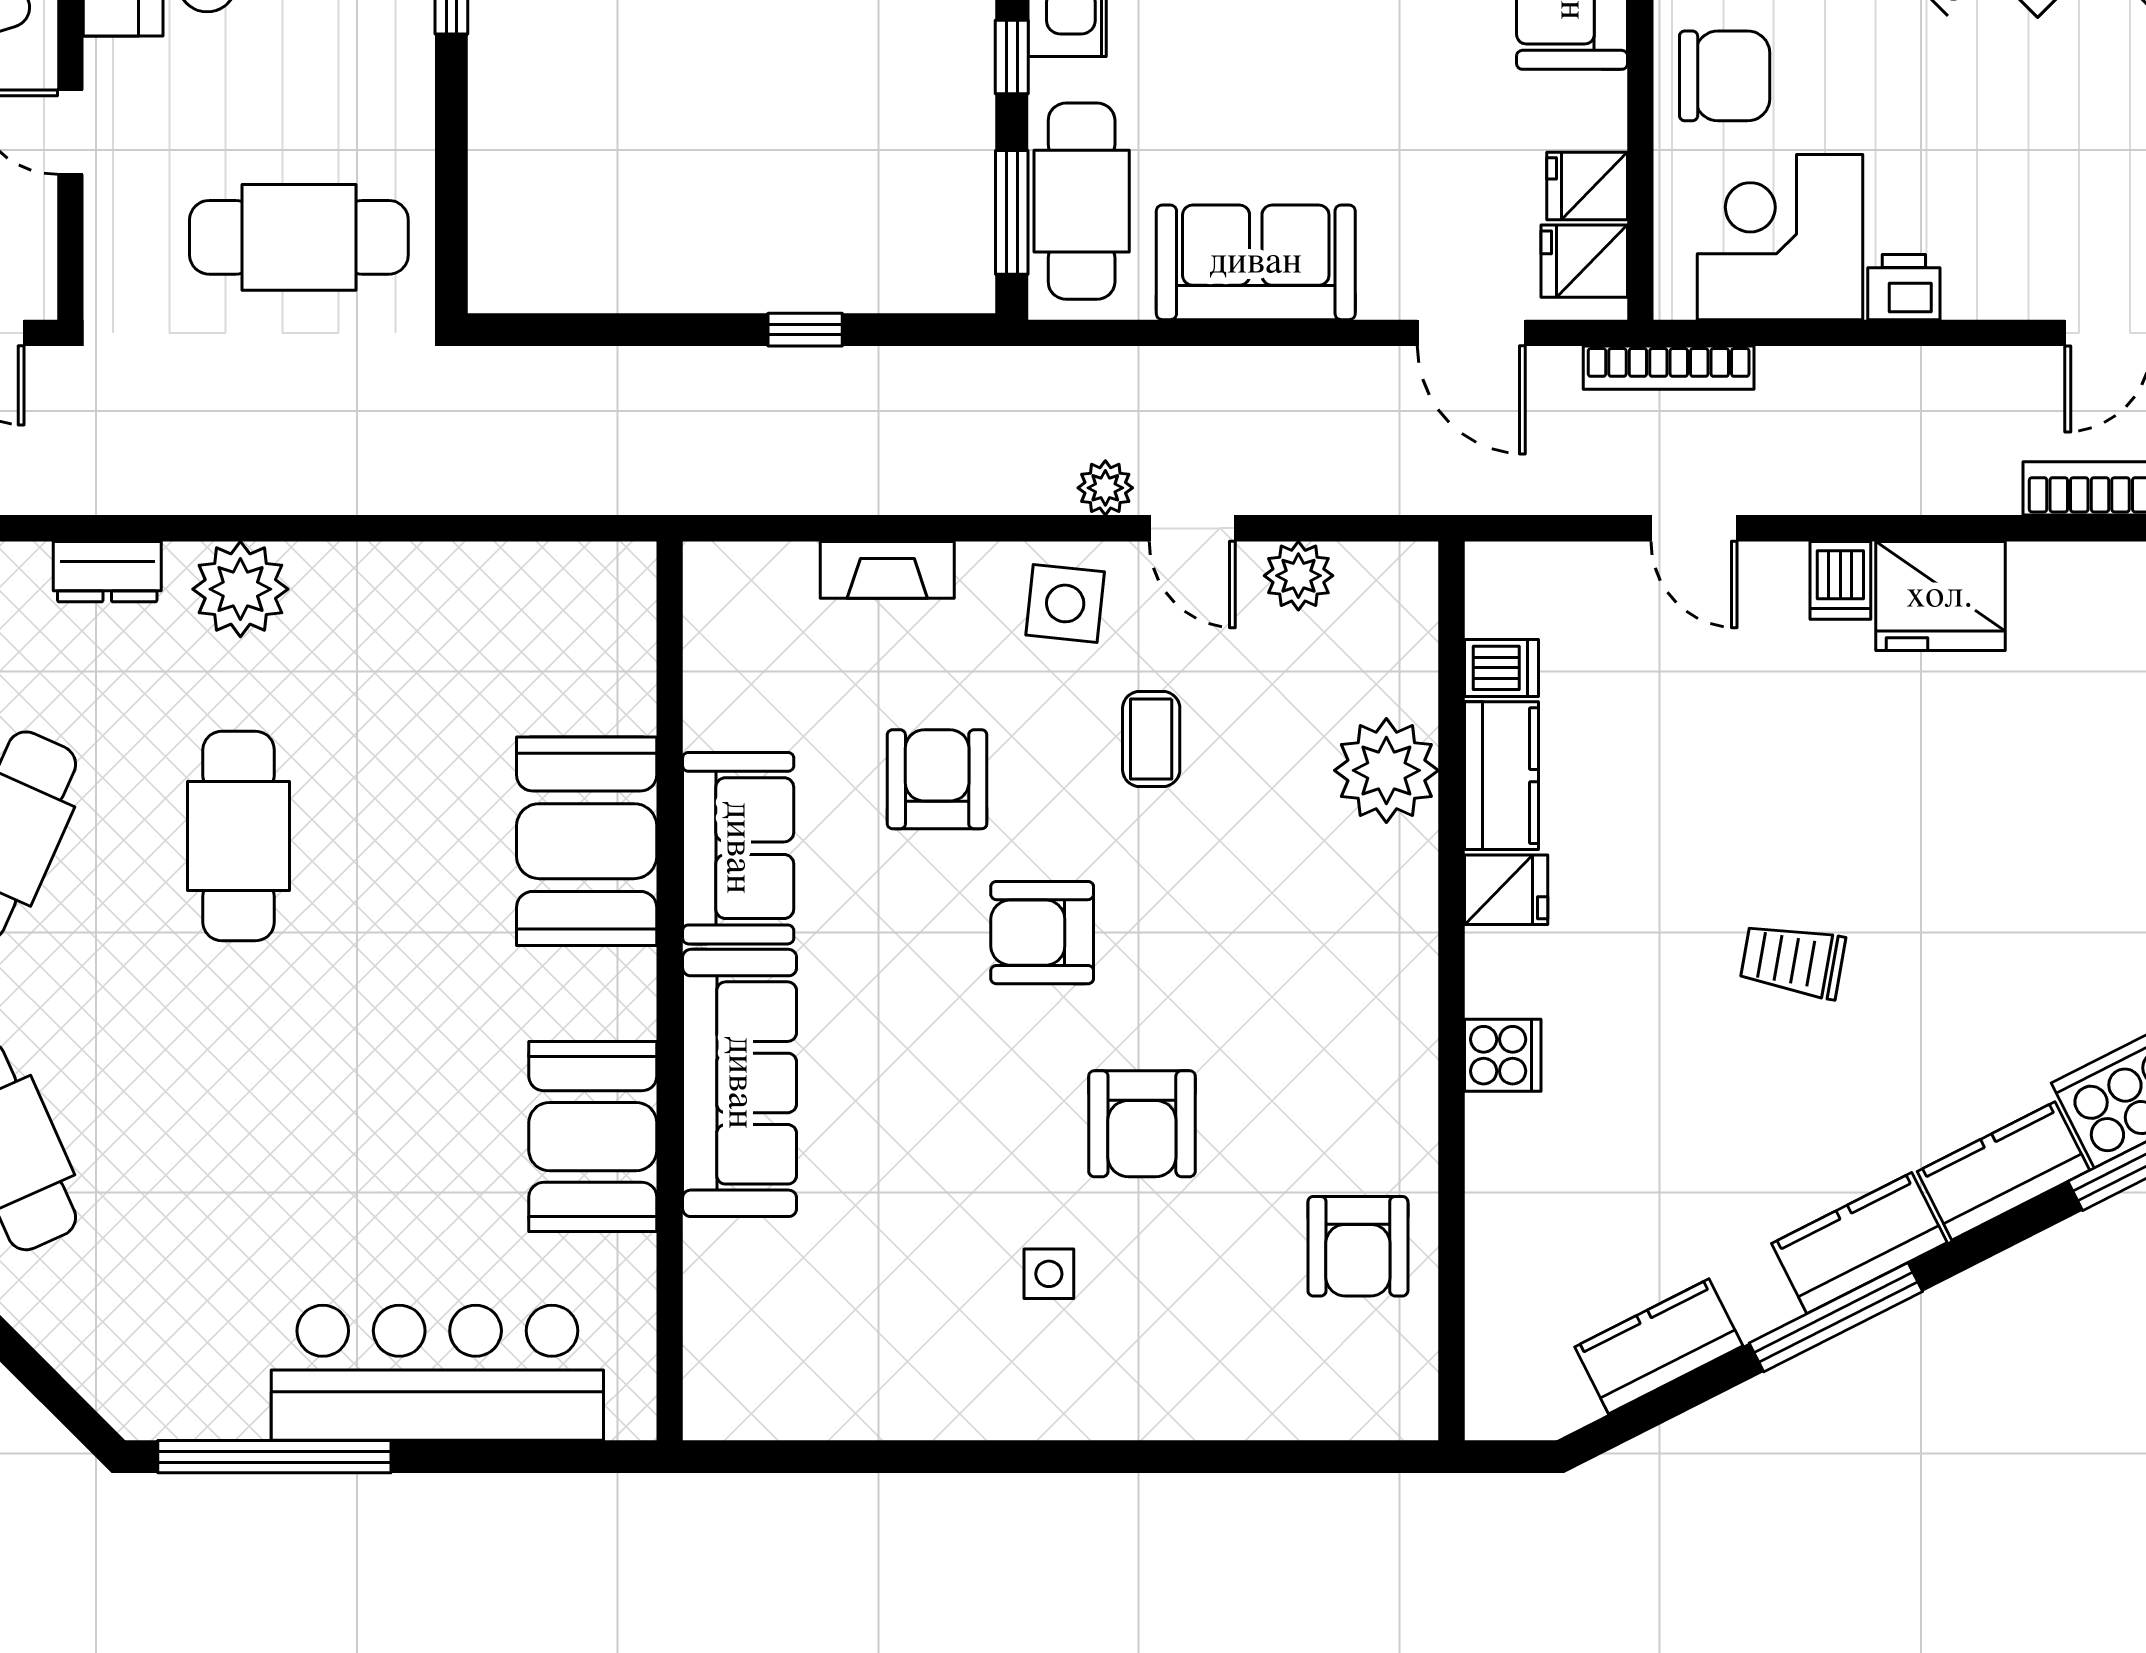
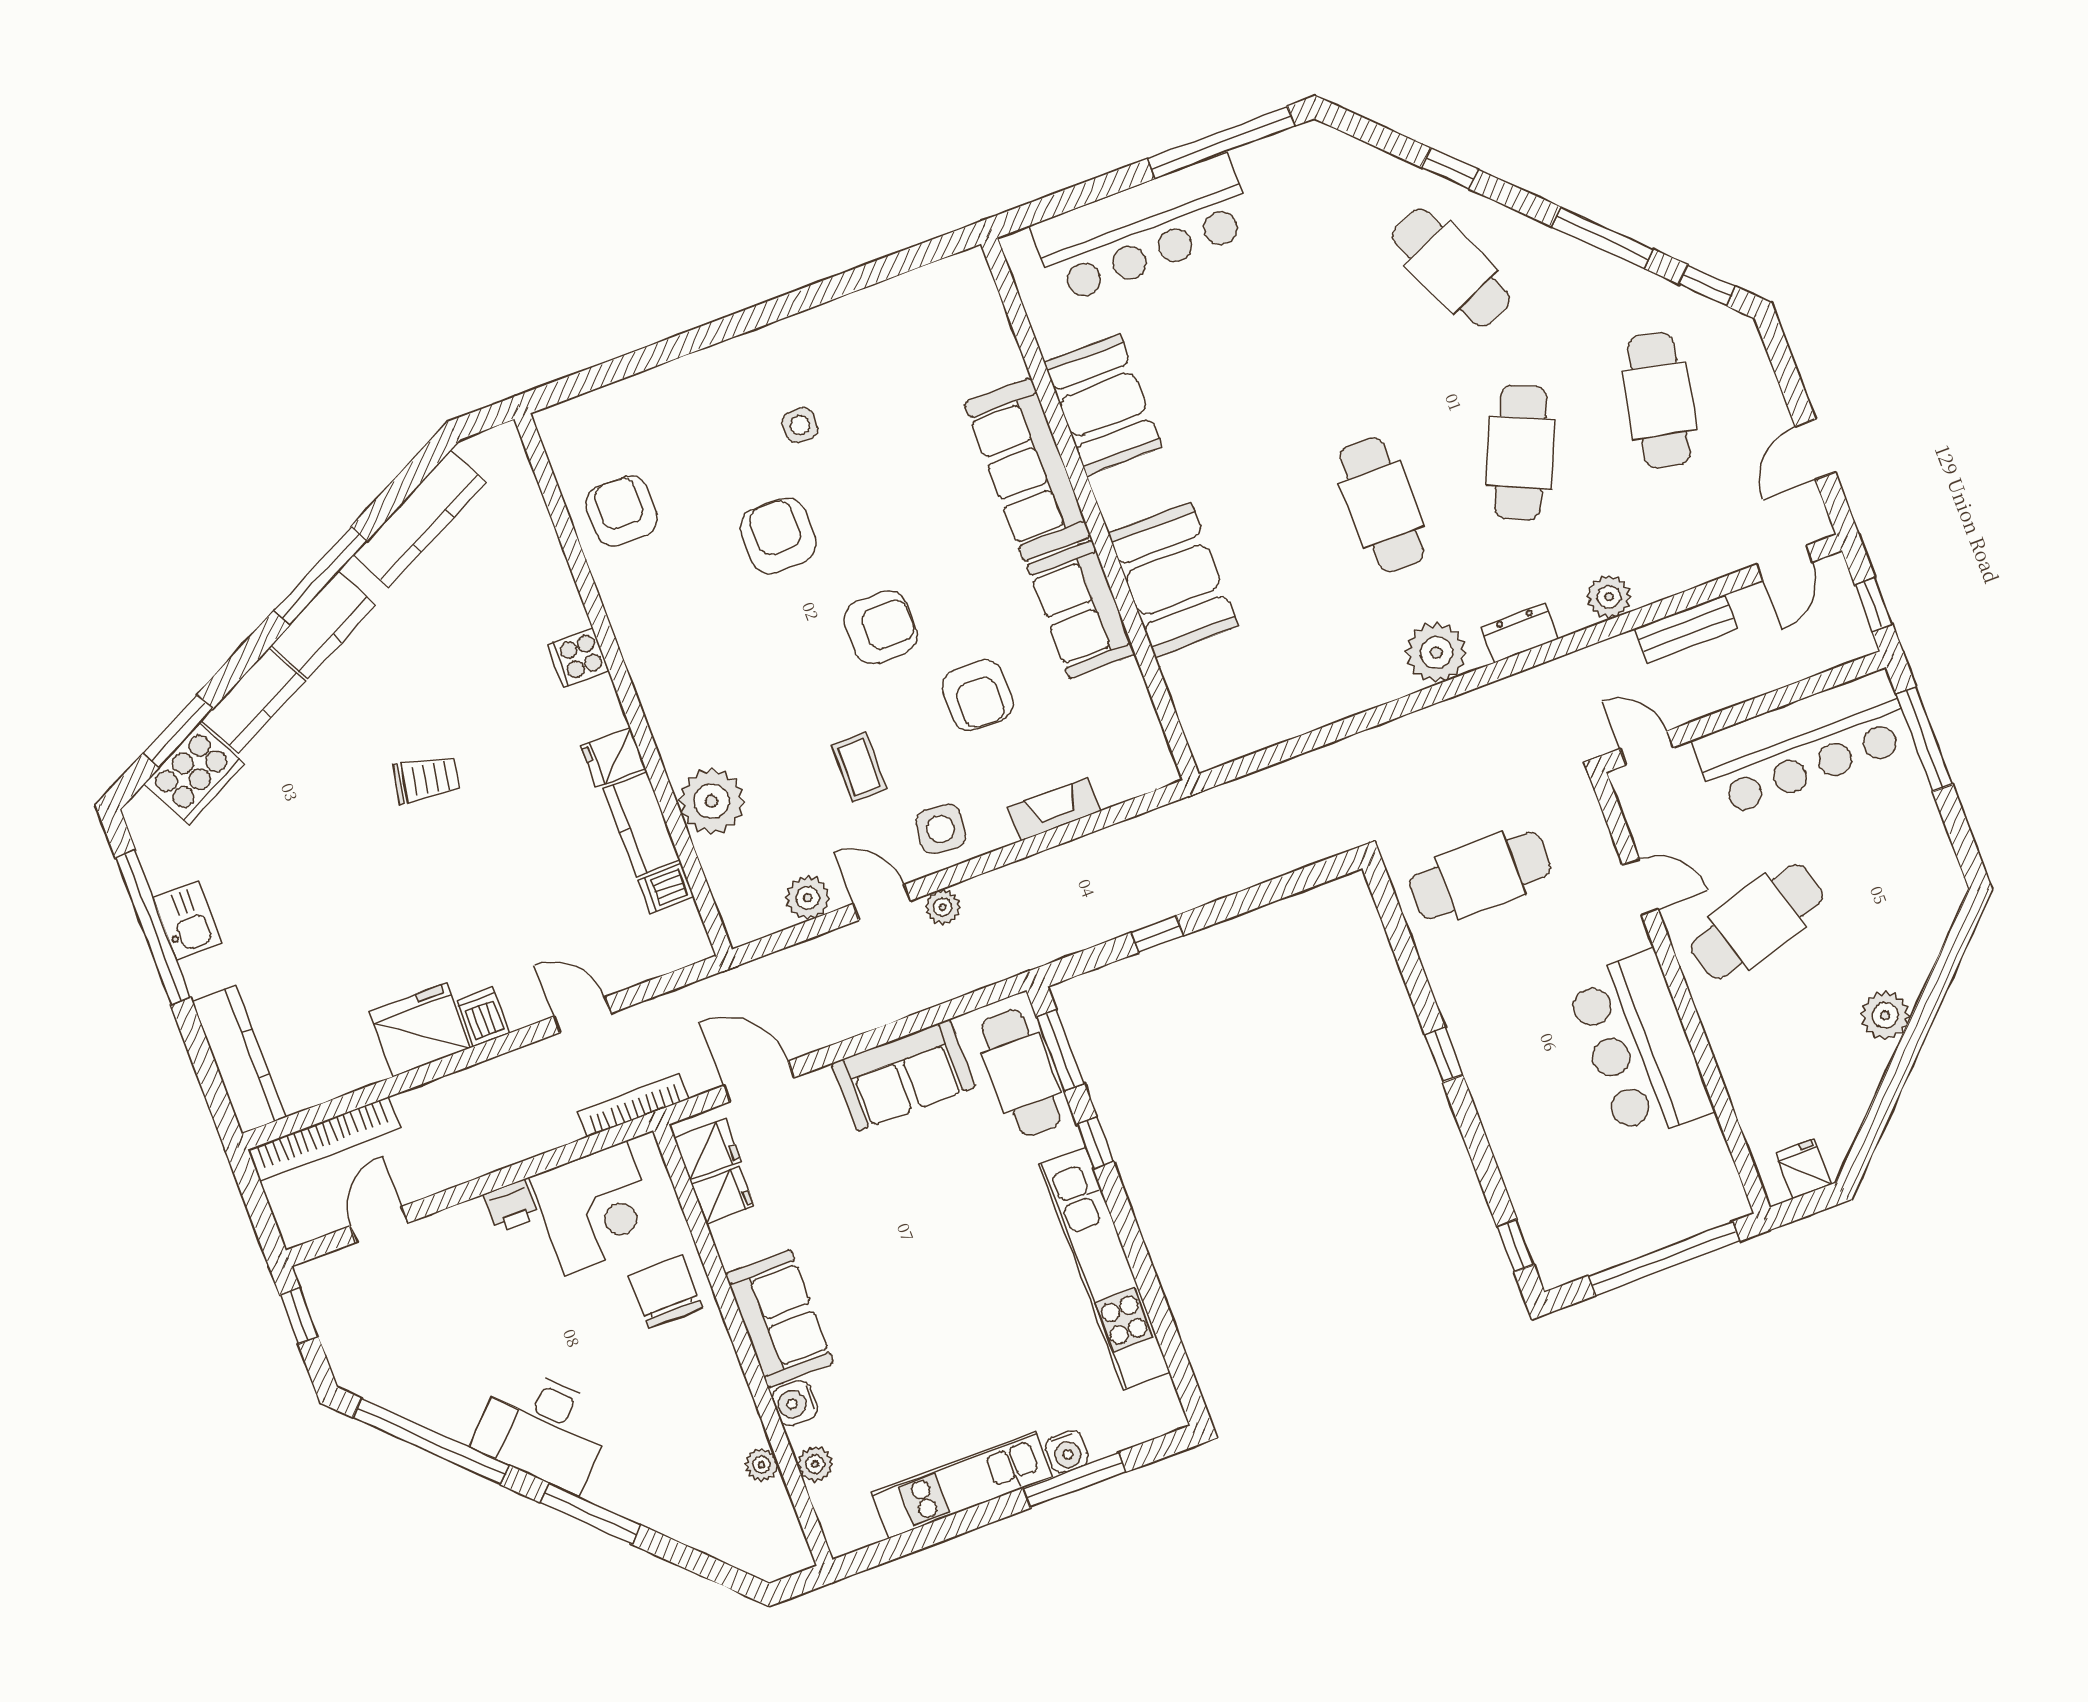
chair: (1725, 76) -> (665, 1292), turned 90
kitchen counter: (1659, 1346) -> (420, 519), width x1.50

